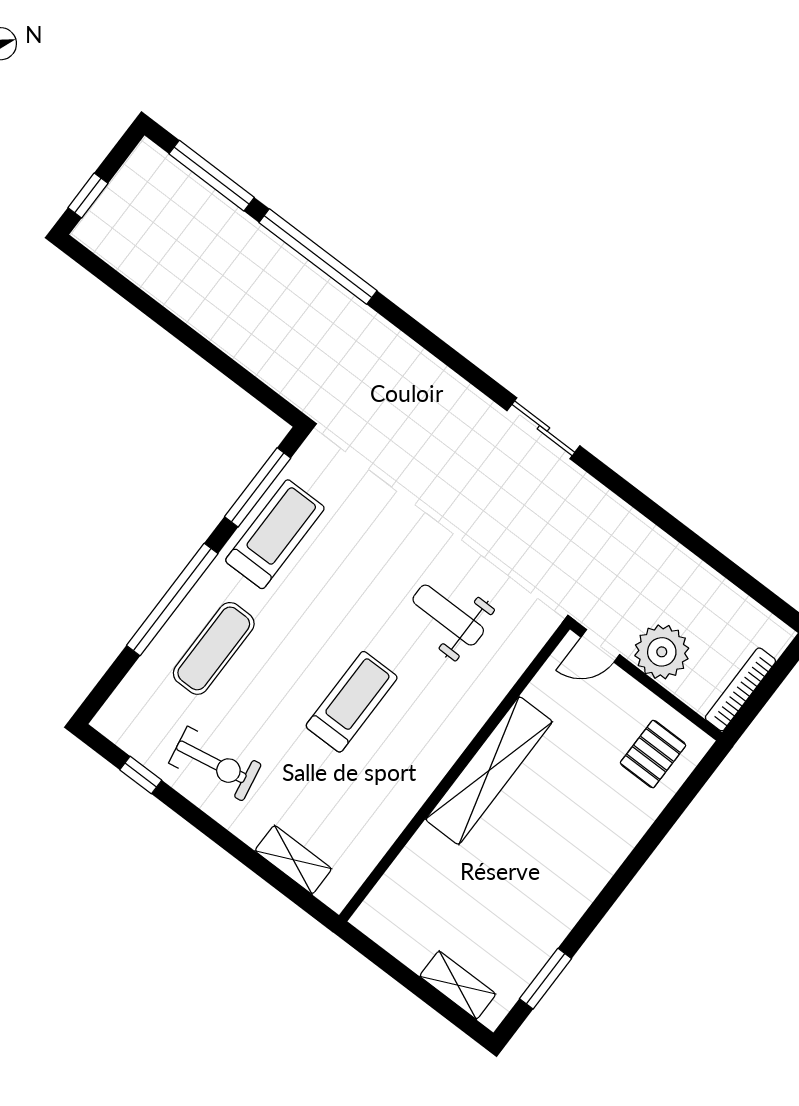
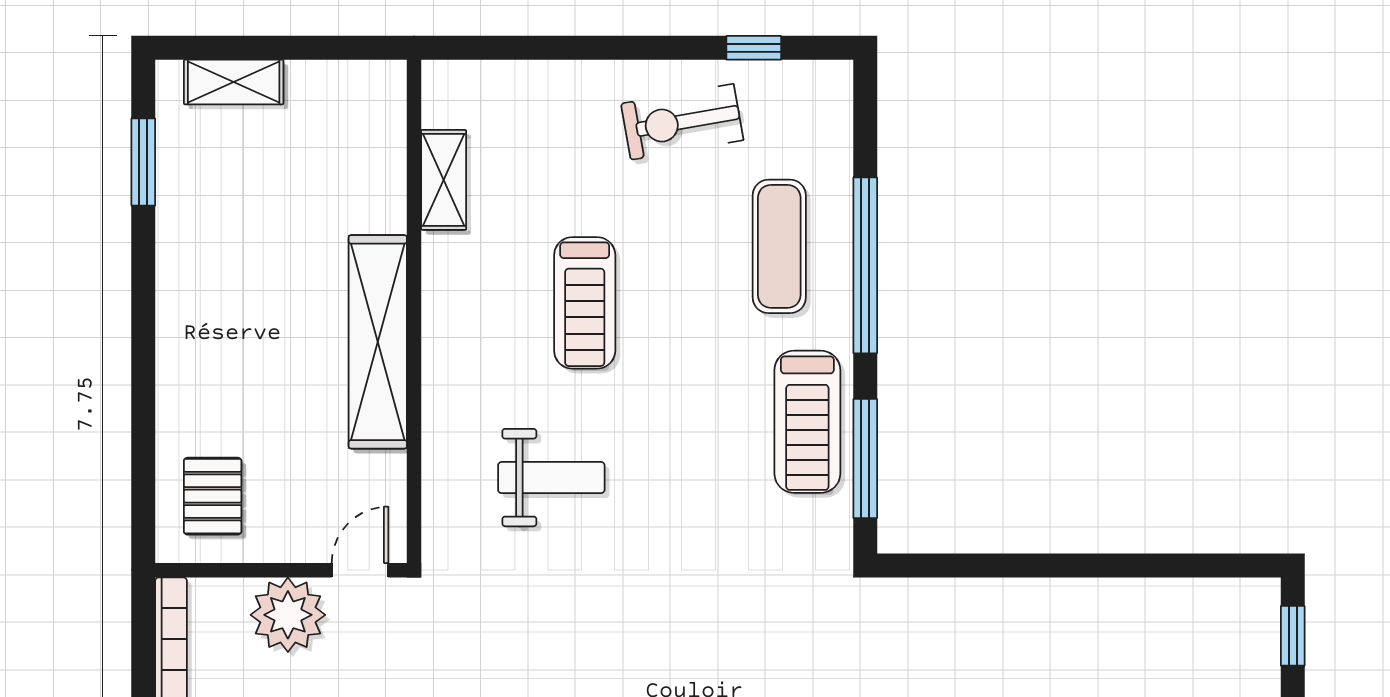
shelving: (293, 860) -> (444, 180), moved, turned 90

